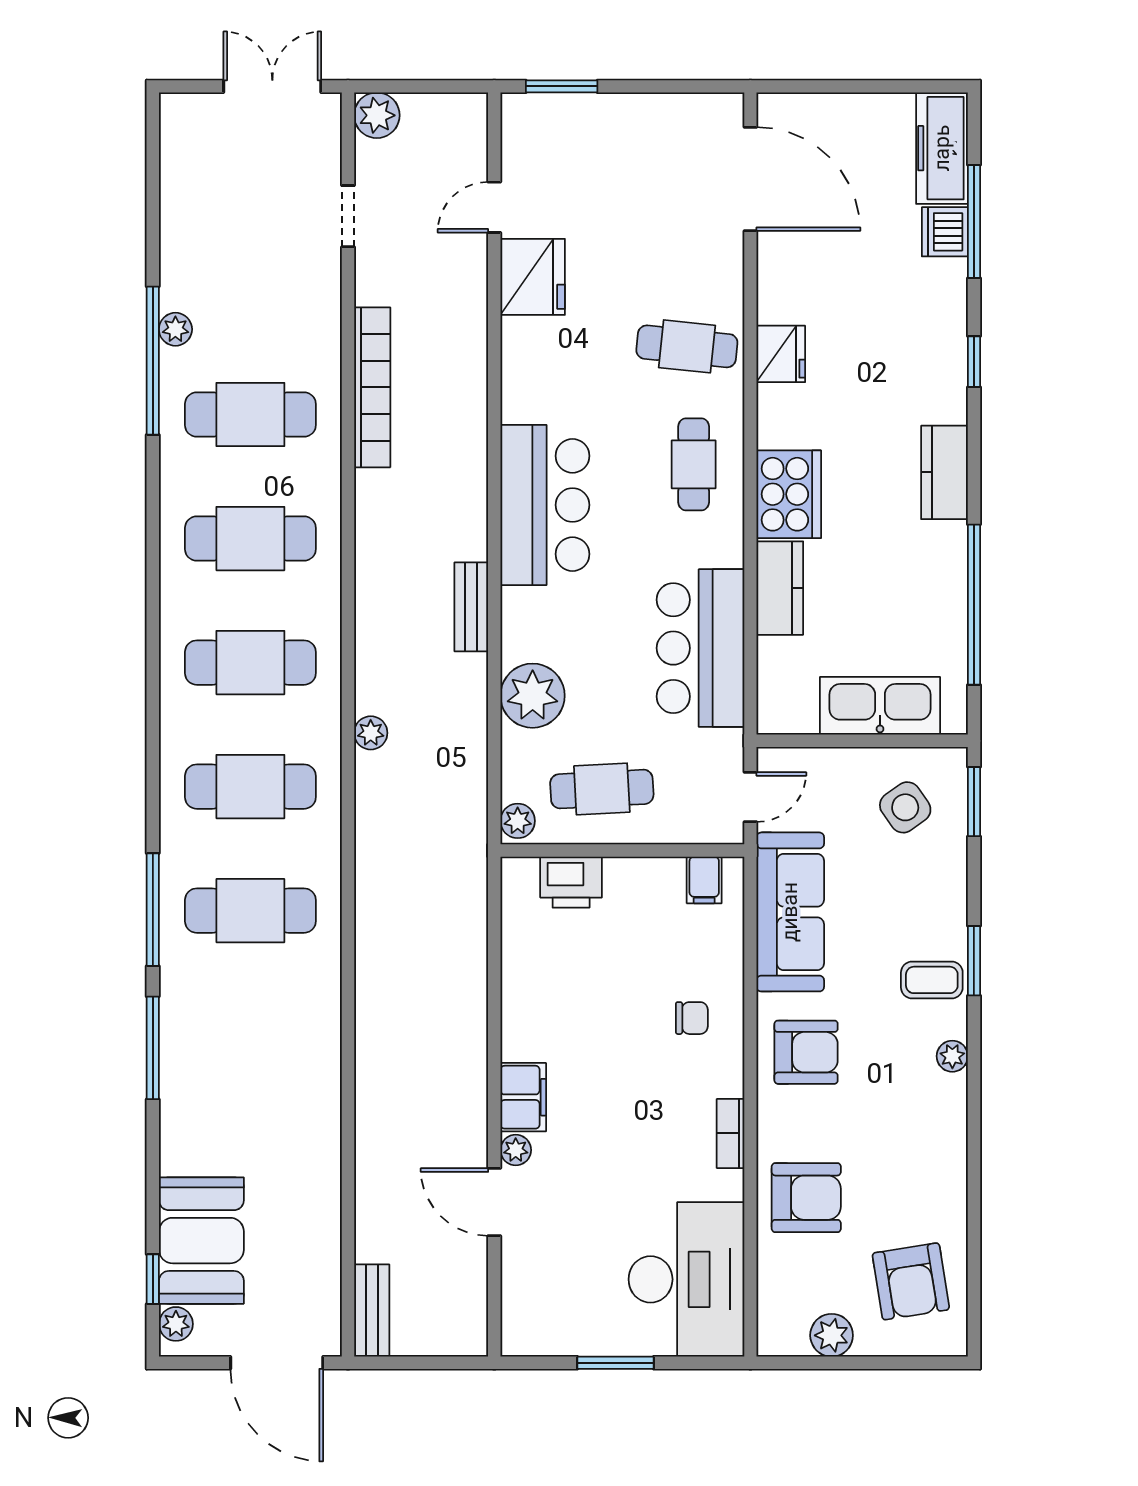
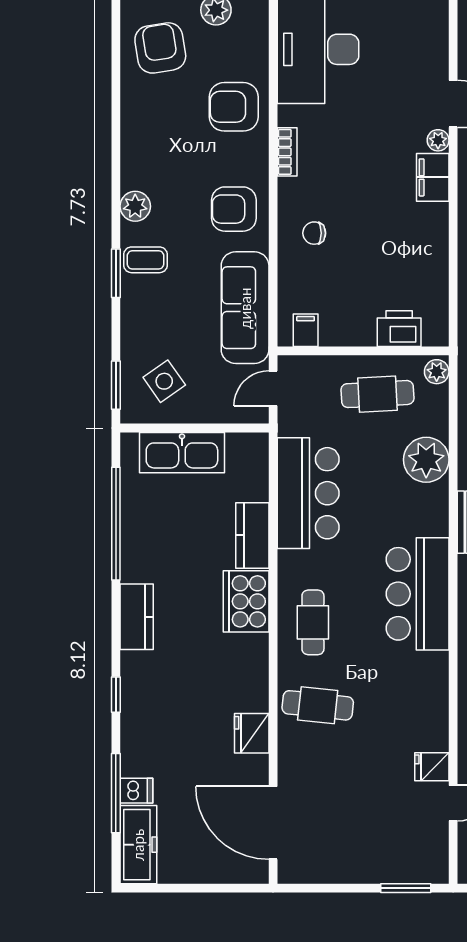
dishwasher: (945, 232) -> (136, 791), width x0.73
fridge: (533, 277) -> (432, 767), width x0.53, depth x0.75
fridge: (781, 354) -> (252, 733), moved
plant: (952, 1056) -> (135, 206), width x1.38, depth x1.38

